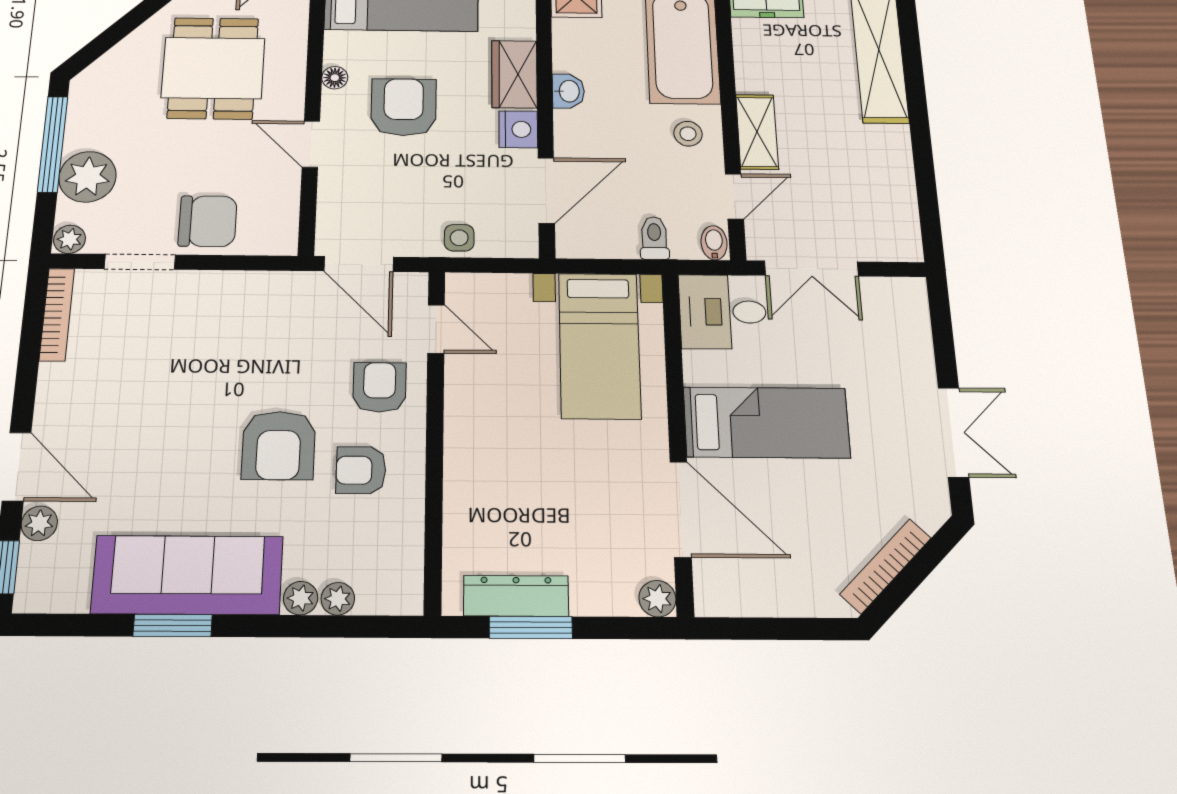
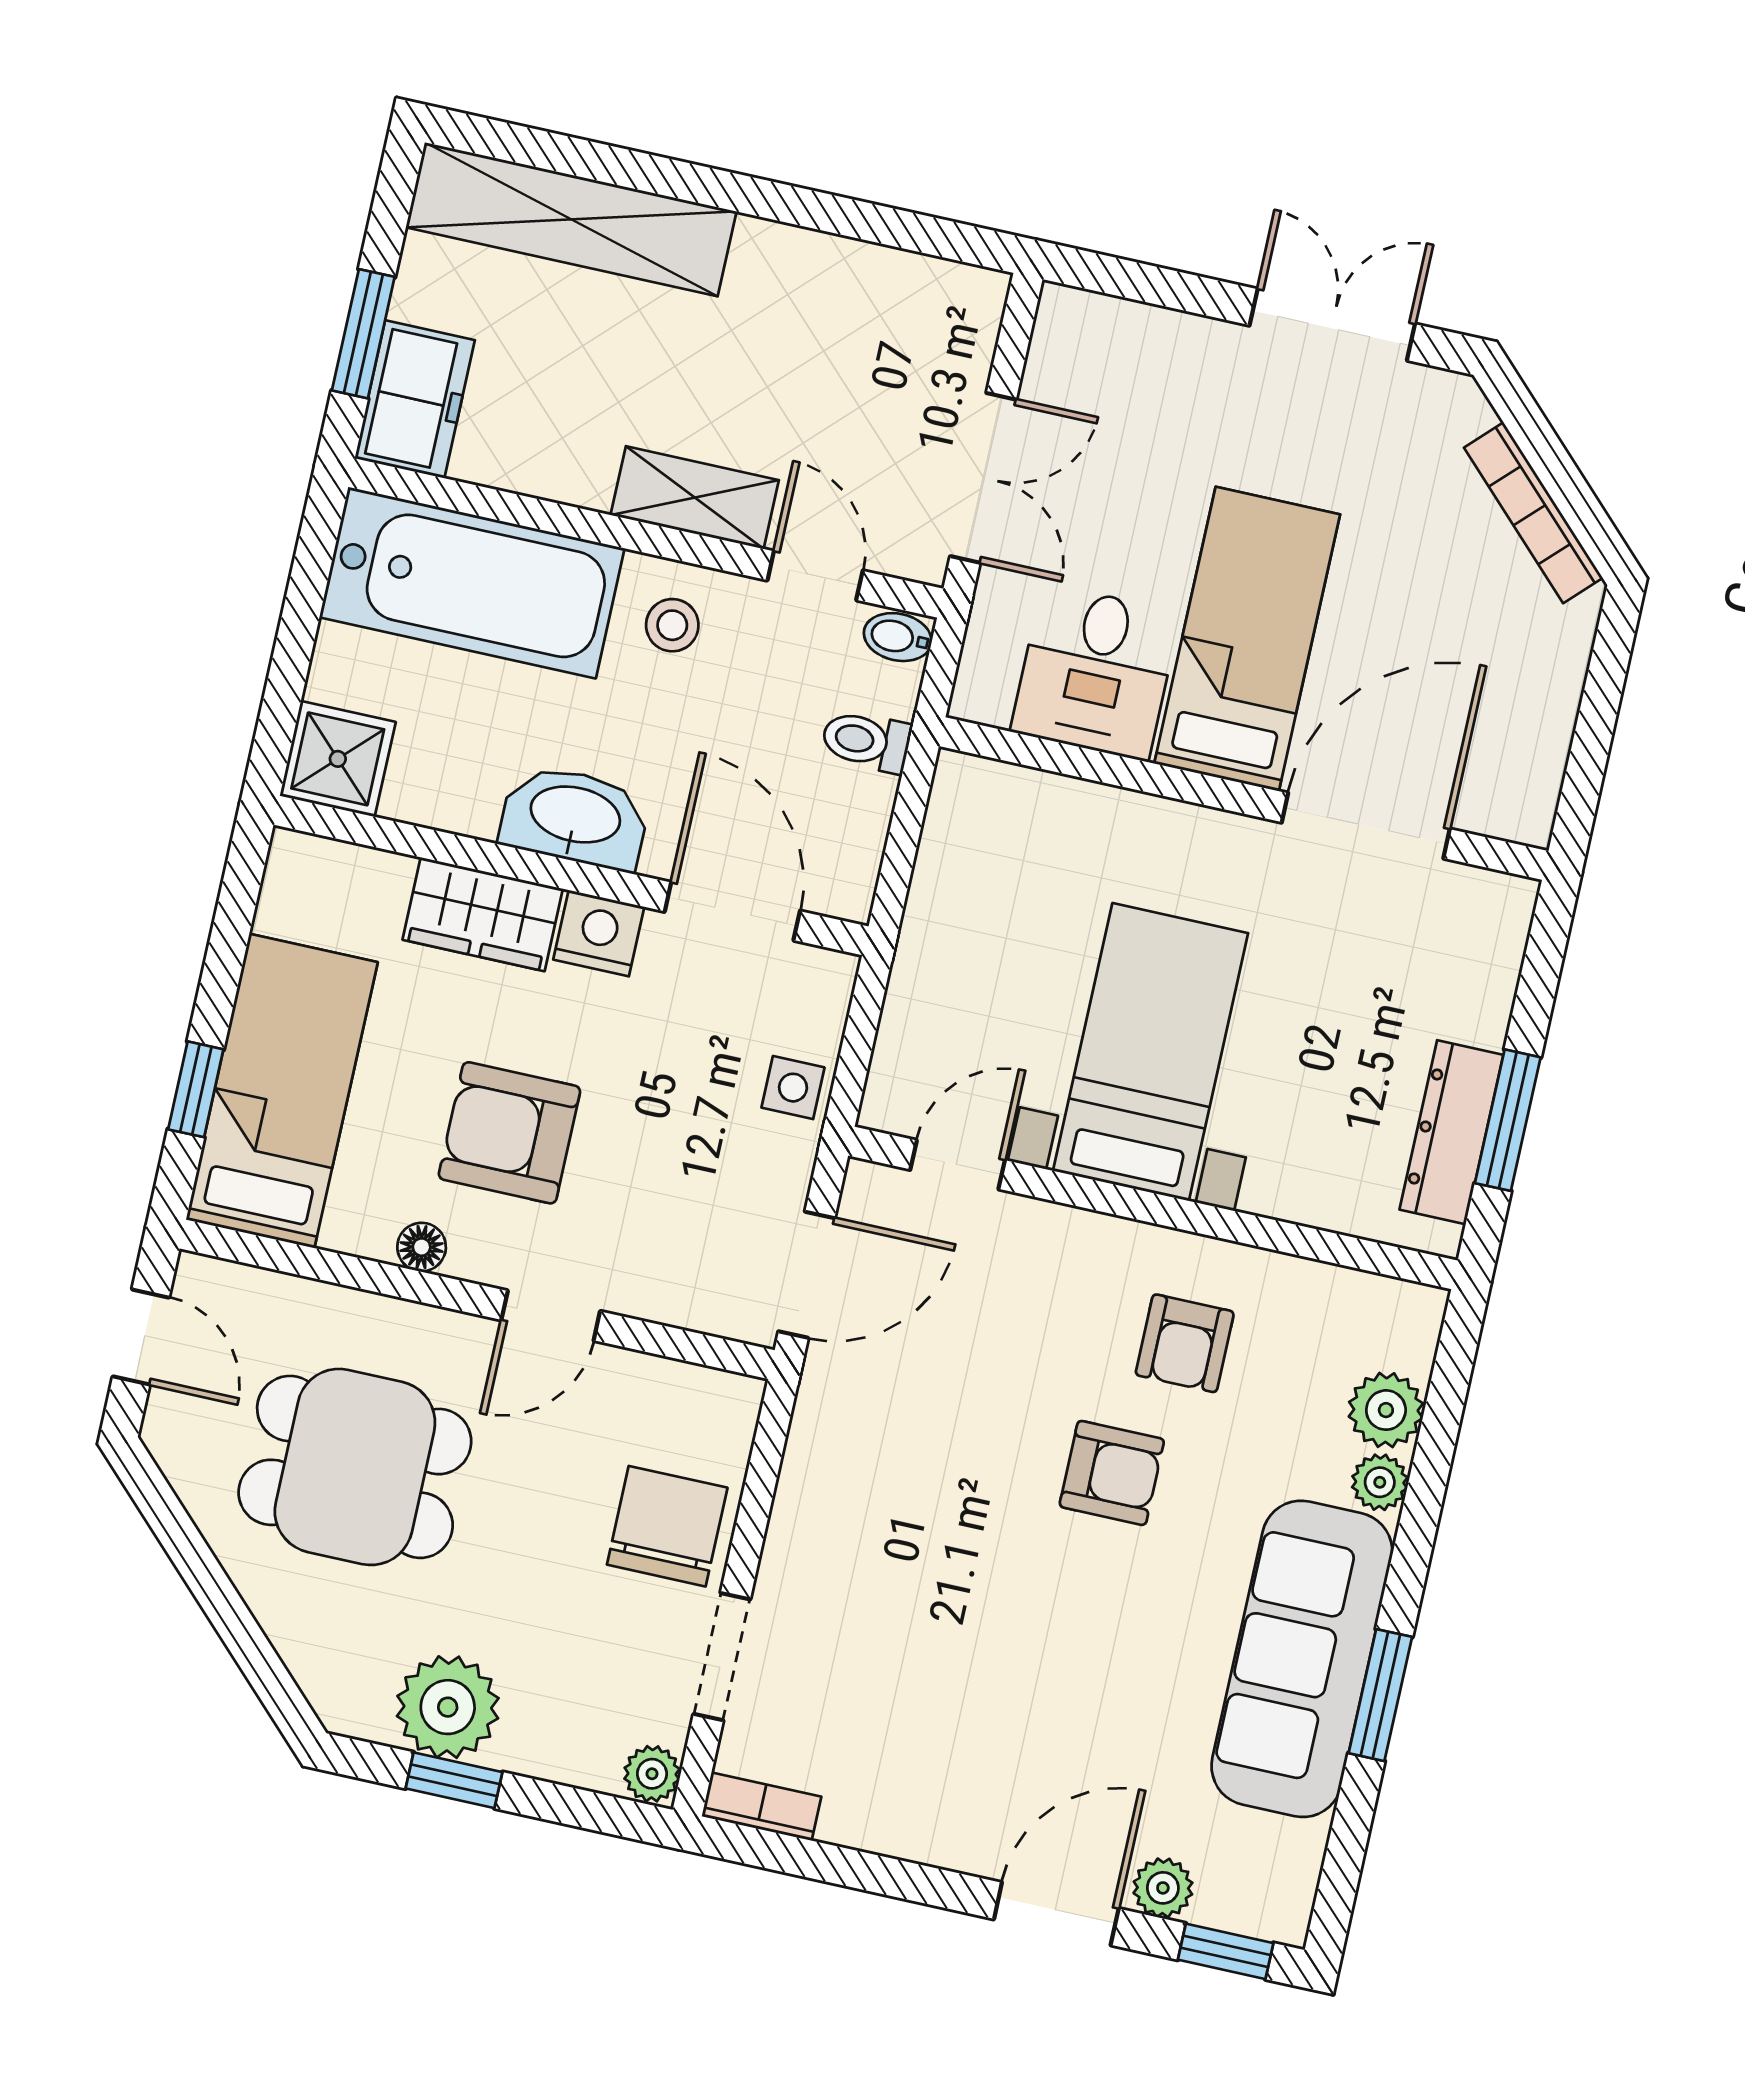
washbasin: (568, 91) -> (575, 817), width x1.91, depth x1.45
window: (53, 144) -> (454, 1780), width x0.46
plant: (88, 177) -> (448, 1707), moved
desk: (723, 312) -> (1096, 672), moved
bookcase: (57, 314) -> (762, 1806), width x0.64
bed with nightstands: (599, 345) -> (1151, 1052), moved, turned -90
armchair: (379, 387) -> (1044, 1283), removed
armchair: (279, 445) -> (1112, 1473), width x0.72, depth x0.72
plant: (338, 599) -> (1386, 1410), width x1.38, depth x1.38
plant: (657, 599) -> (1506, 903), removed

